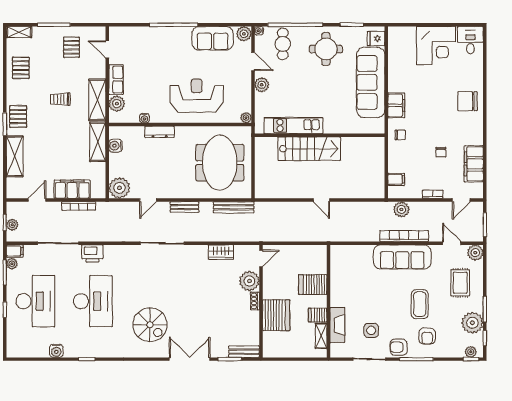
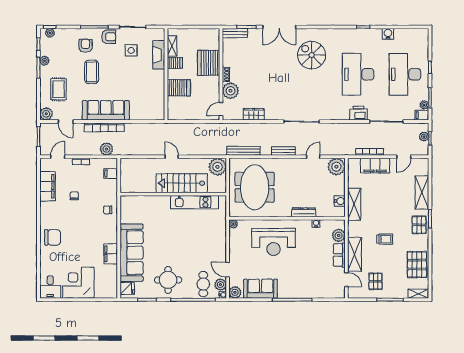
pallet: (21, 68) -> (417, 265), width x1.50, depth x1.42
plant: (262, 85) -> (220, 285), moved
shelving: (97, 100) -> (355, 254), moved
filing cabinet: (396, 105) -> (111, 254), moved
kitchen unit: (293, 125) -> (195, 202), moved
wall: (320, 135) -> (173, 194), moved
stairs: (309, 149) -> (182, 183), moved
plant: (265, 188) -> (218, 167), added
plant: (472, 323) -> (44, 61), width x0.53, depth x0.53

